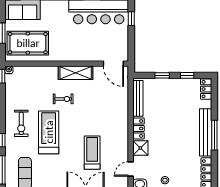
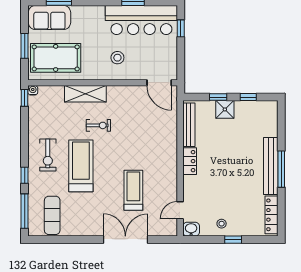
stool: (79, 43) -> (117, 58), added
shelving: (76, 73) -> (85, 94), moved
locker: (206, 89) -> (271, 114), removed
shower: (140, 148) -> (225, 109), moved

